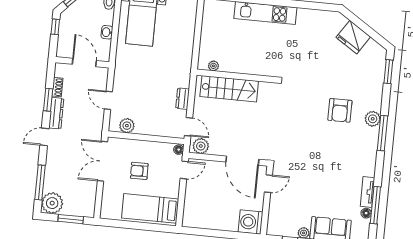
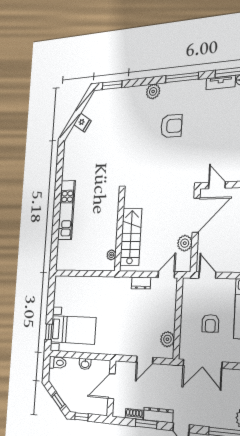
fridge: (353, 37) -> (83, 123), width x0.53, depth x0.75
armchair: (340, 110) -> (171, 126), moved
window: (382, 133) -> (182, 78), moved
plant: (201, 146) -> (185, 243), moved
floor lamp: (179, 150) -> (188, 283), removed

